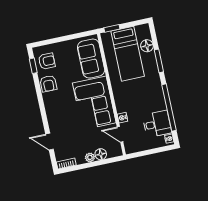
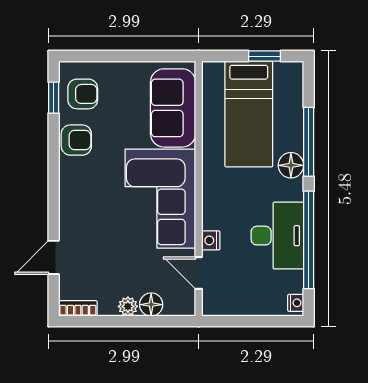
window: (112, 28) -> (265, 56), moved
floor lamp: (147, 46) -> (291, 165), moved
window: (159, 61) -> (309, 142), width x1.44
armchair: (48, 84) -> (76, 140), turned -90
desk: (157, 124) -> (277, 236), moved, width x1.37
door: (50, 142) -> (54, 257), hinge flipped

